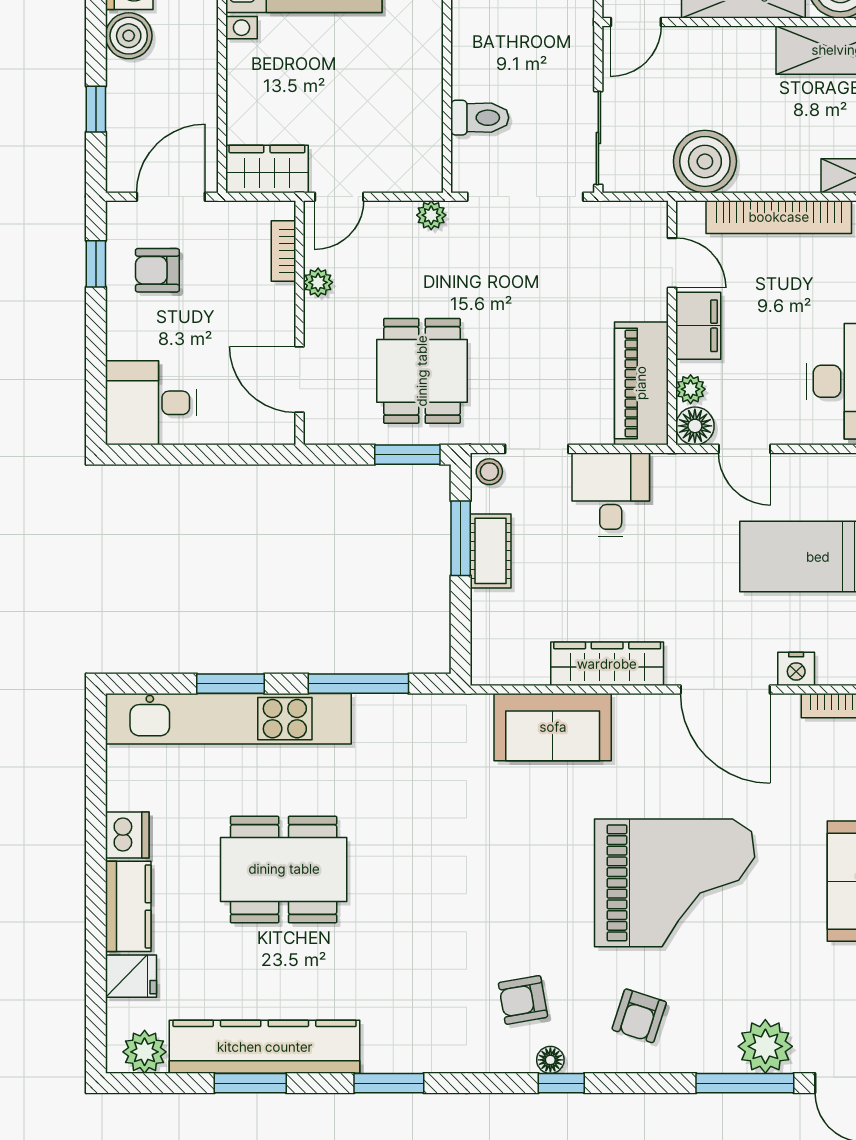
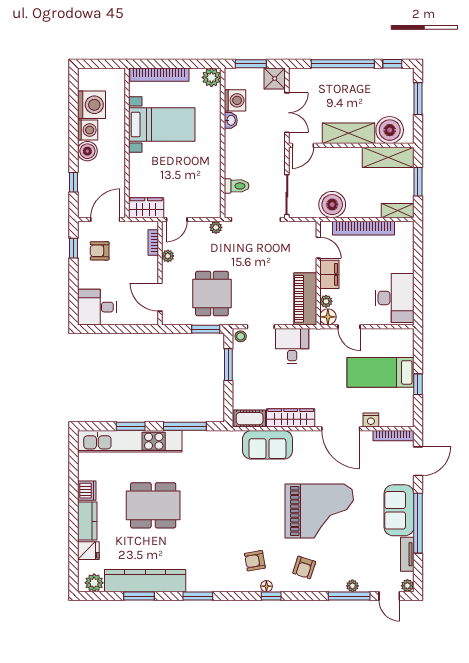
cot: (491, 551) -> (250, 419), moved, turned 90
plant: (765, 1046) -> (352, 586), width x0.53, depth x0.53

